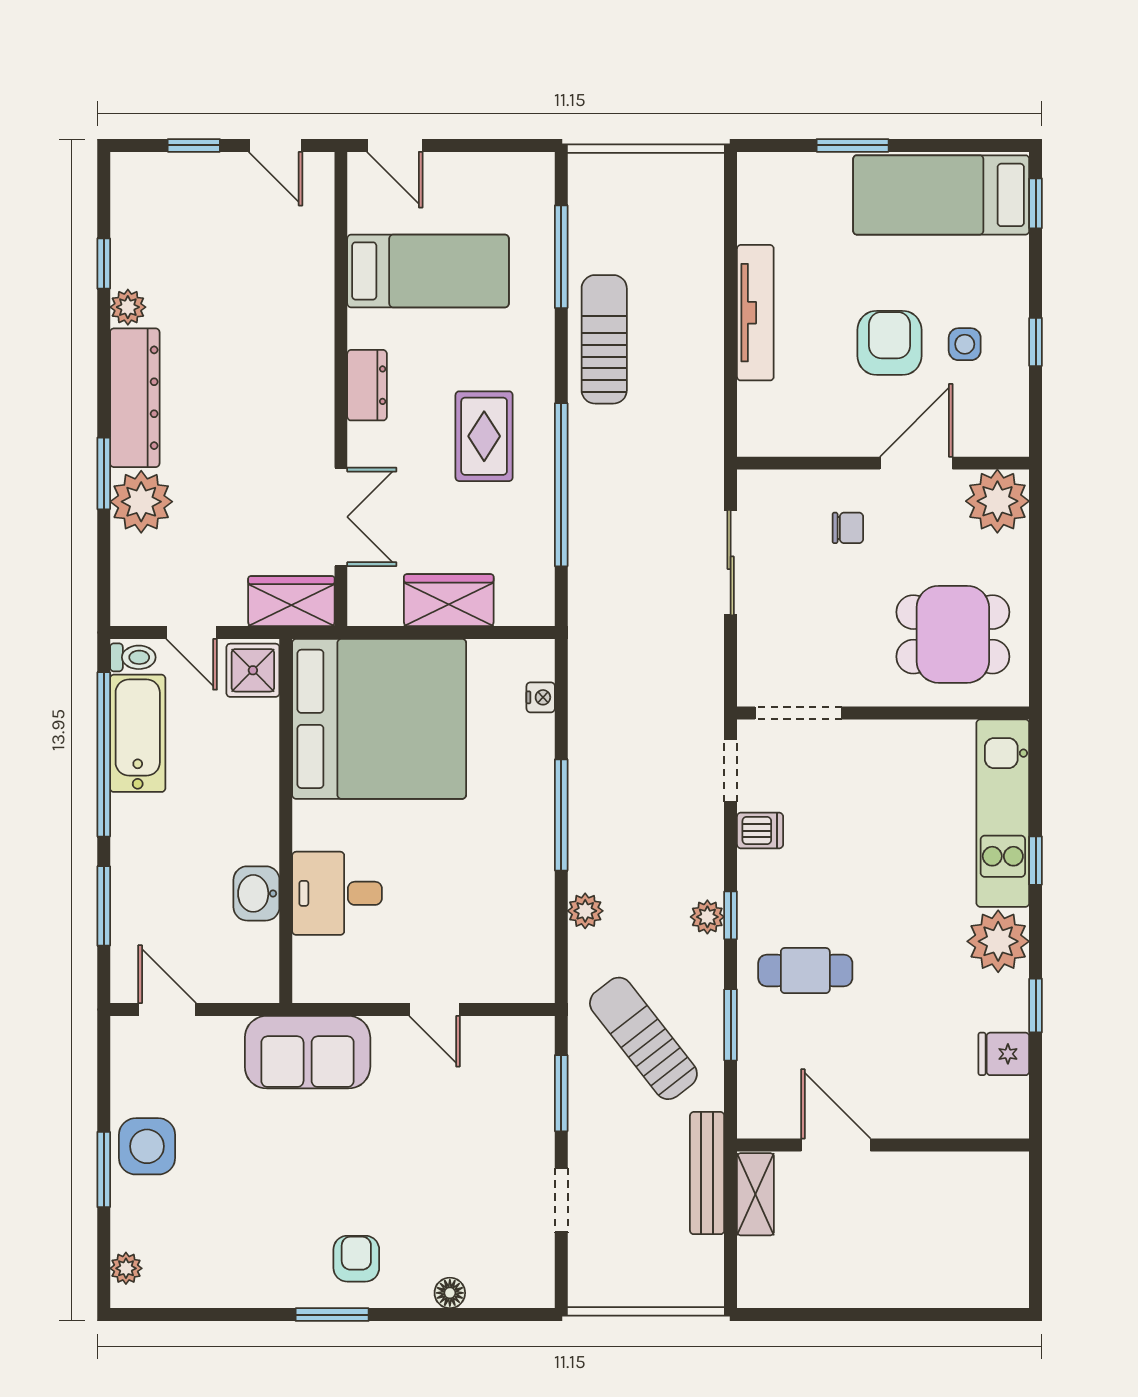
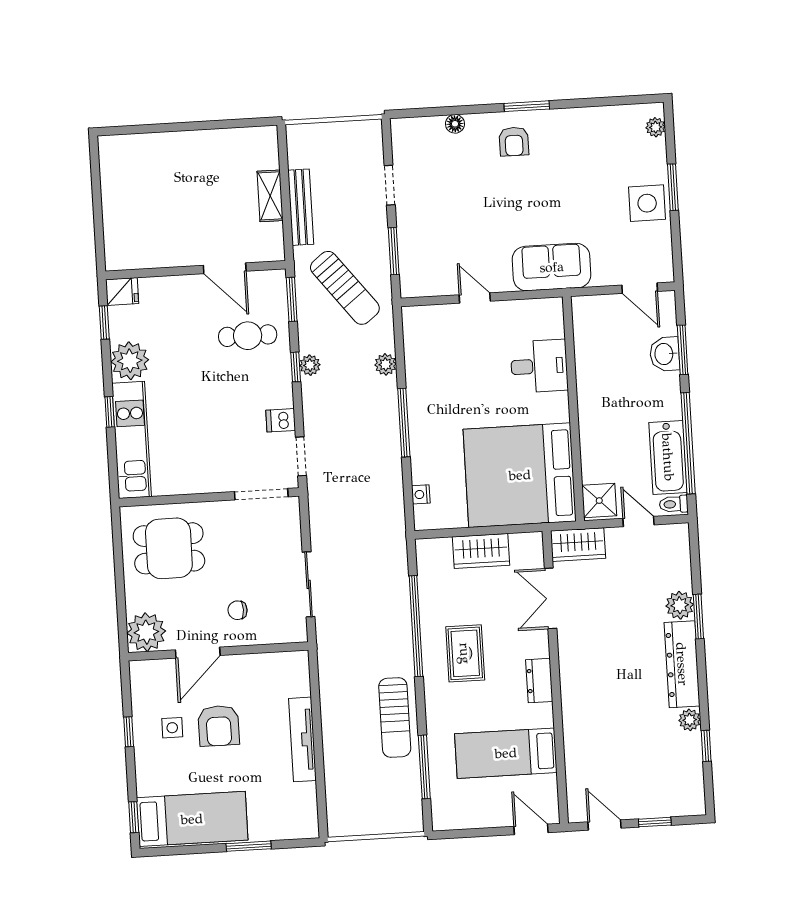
plant: (141, 502) -> (680, 605), width x0.73, depth x0.73
washbasin: (256, 893) -> (665, 354), moved, turned 180
door: (836, 1145) -> (225, 268), moved
wall: (883, 1145) -> (196, 270), moved

